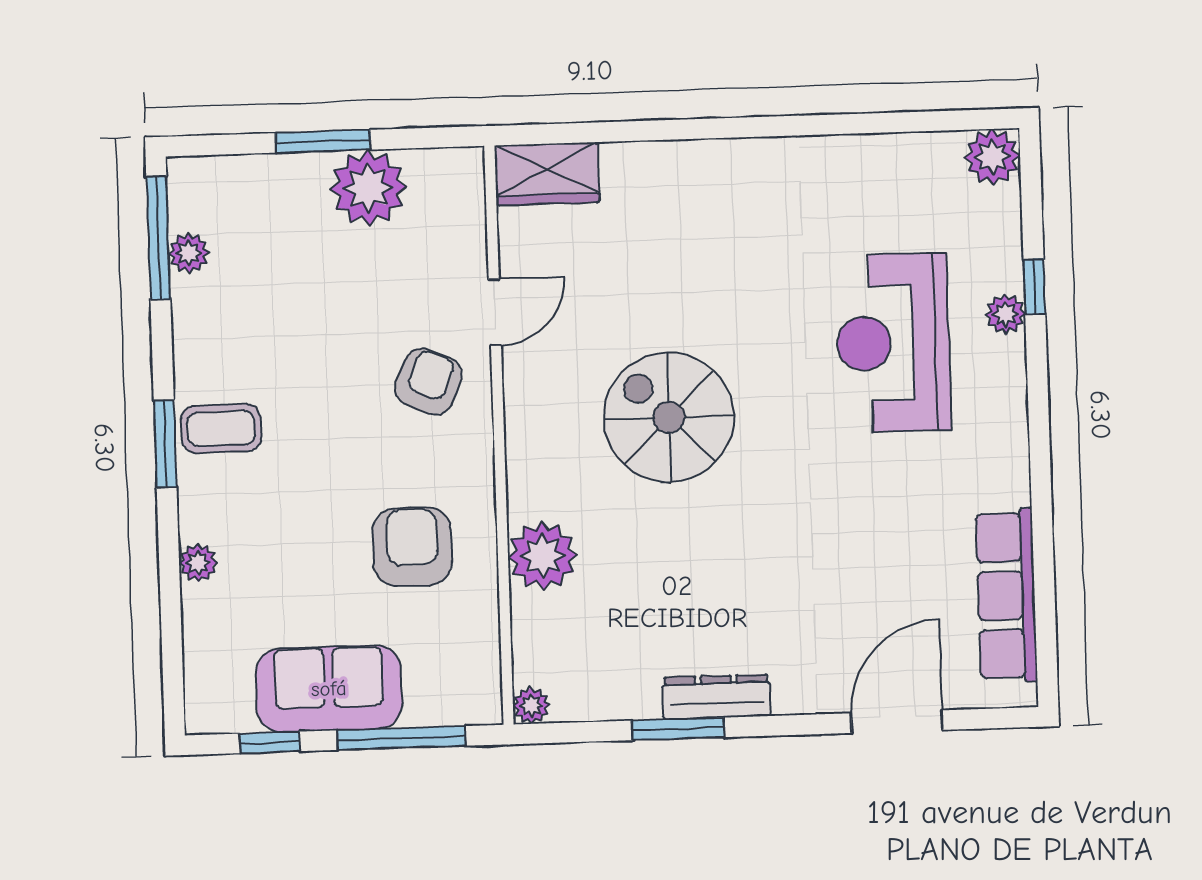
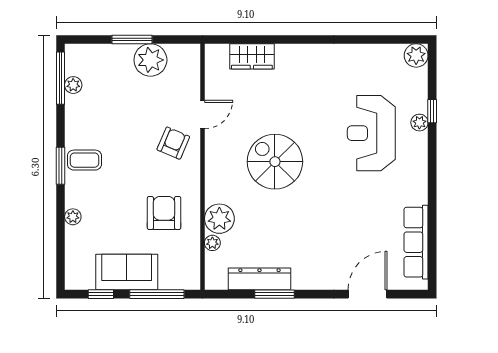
wardrobe: (547, 174) -> (252, 56), moved
dresser: (716, 697) -> (259, 279), moved, width x1.37, depth x1.24
plant: (531, 706) -> (212, 243), moved

